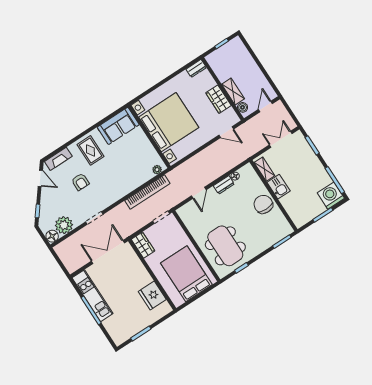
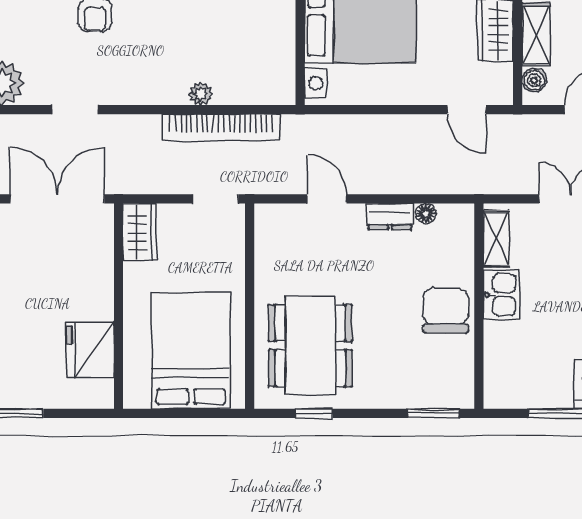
plant: (157, 170) -> (201, 94), moved
door: (199, 193) -> (327, 199), swing flipped

